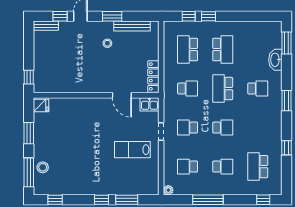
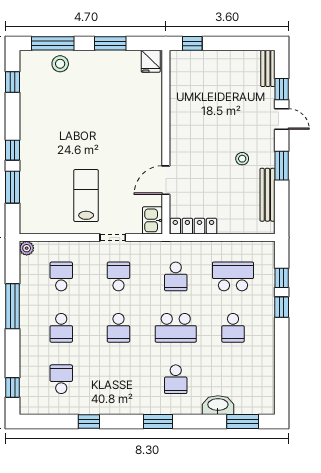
school desk: (223, 50) -> (233, 328), width x0.54
school desk: (223, 89) -> (176, 328), turned 180
school desk: (258, 167) -> (61, 379), width x0.54

